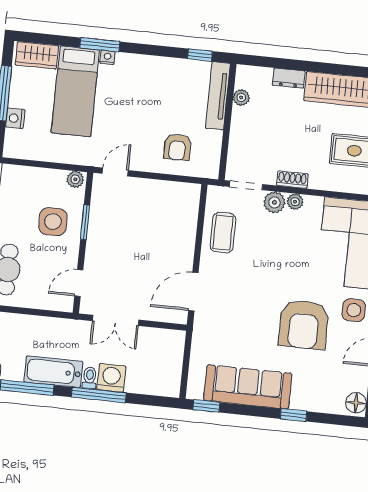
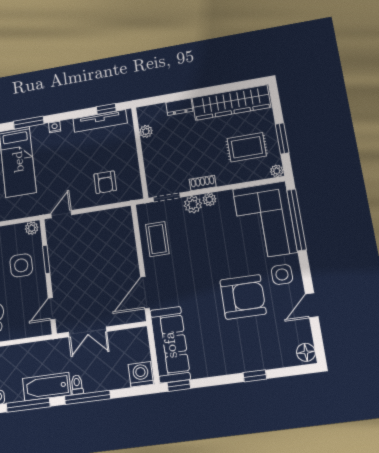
nightstand: (107, 57) -> (55, 127), moved
tv unit: (218, 96) -> (100, 121), moved, turned -90
armchair: (304, 325) -> (243, 297), turned -90
washing machine: (111, 378) -> (141, 374), moved
sofa: (248, 387) -> (170, 345), moved, turned 90

